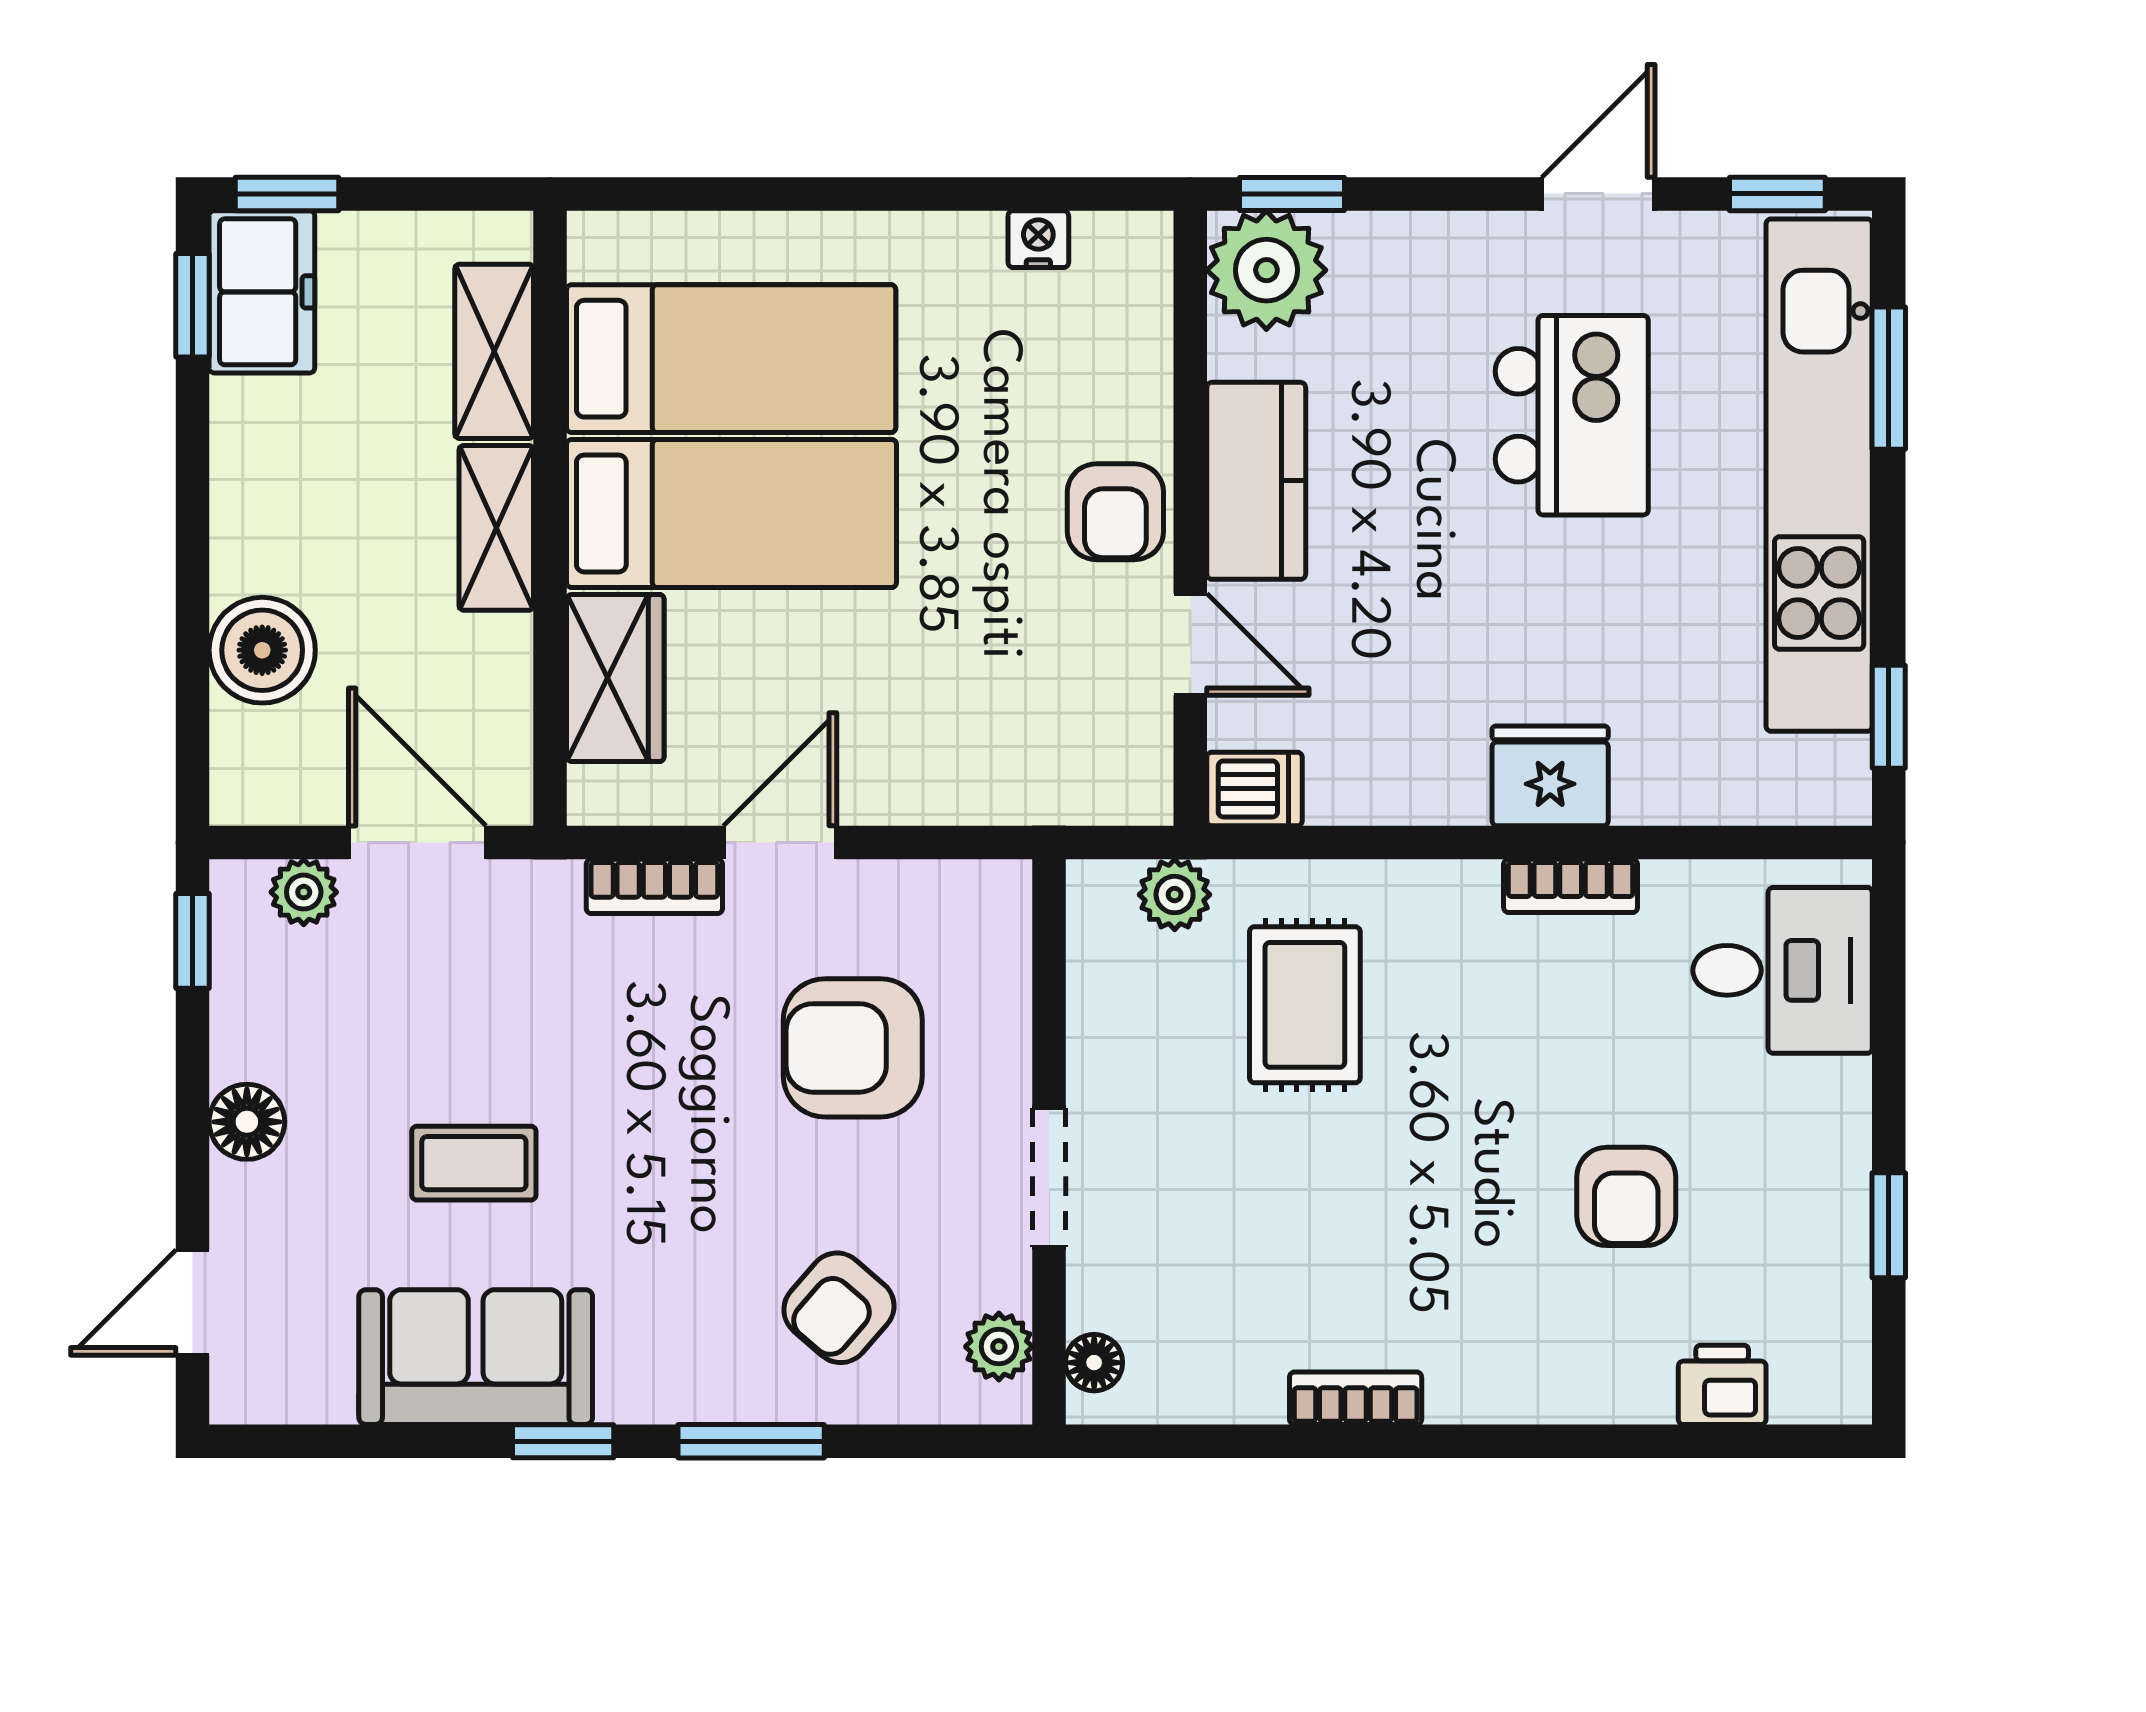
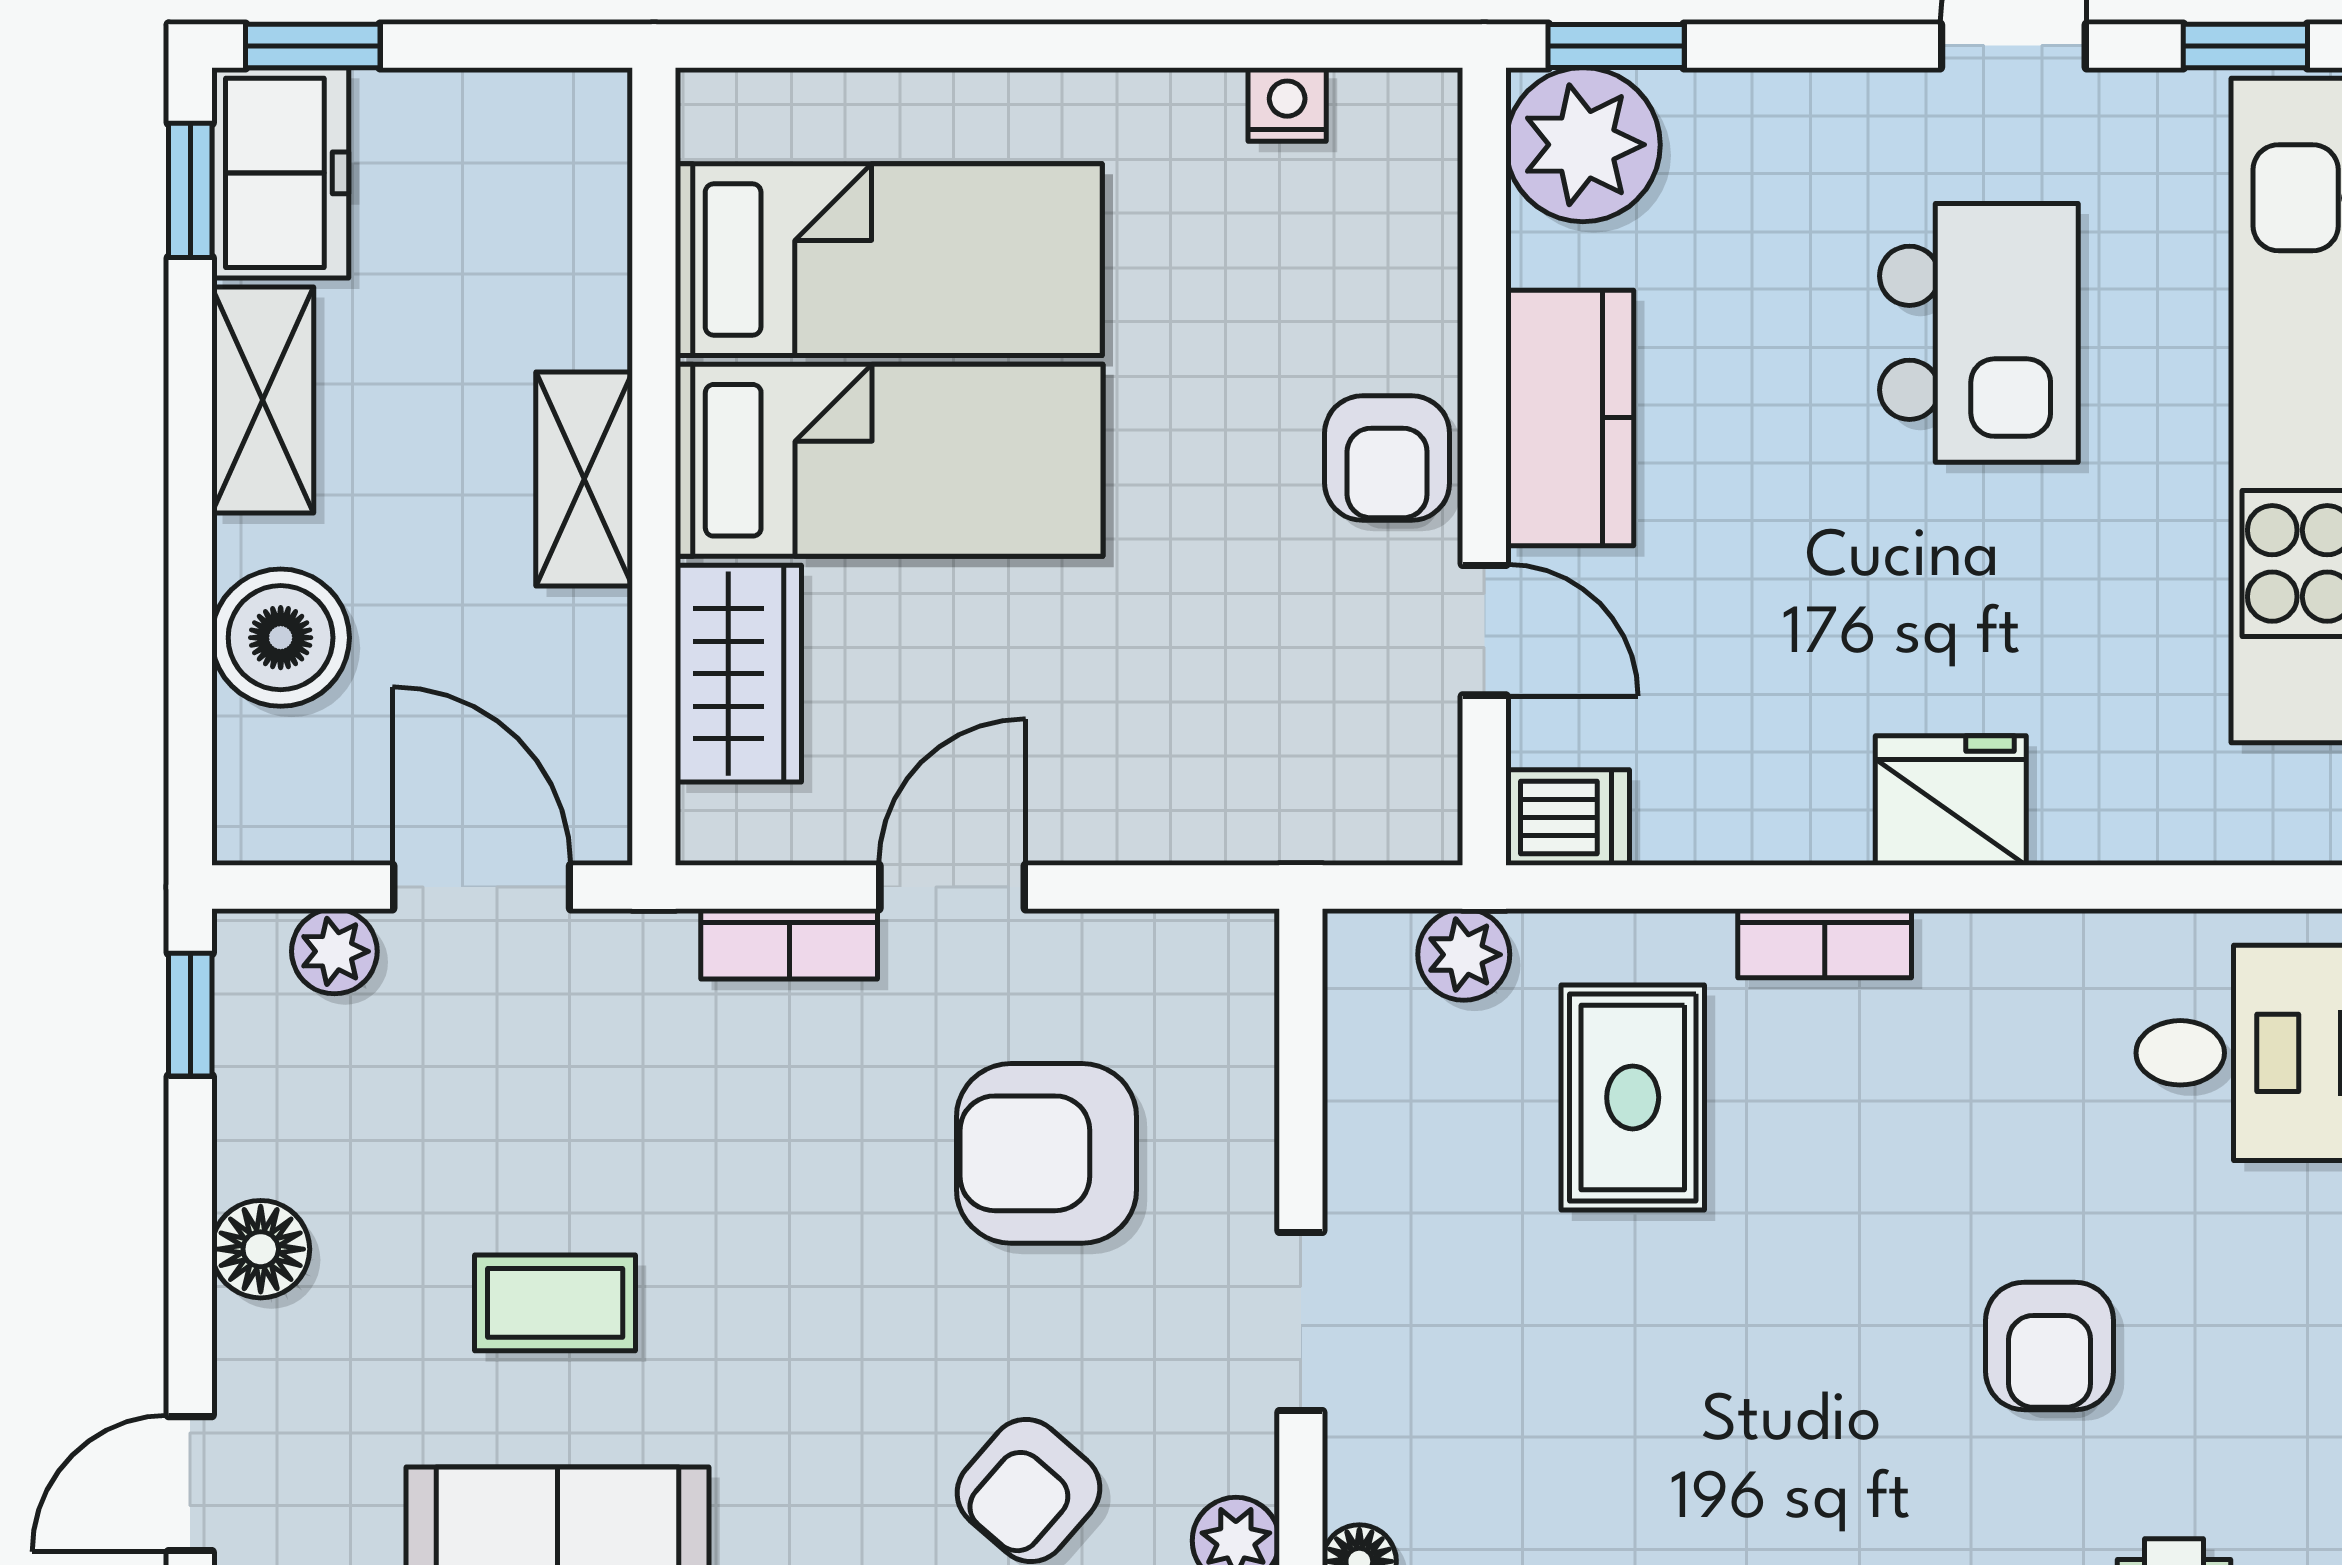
shelving: (494, 351) -> (263, 400), moved
bookcase: (1571, 886) -> (1825, 943), moved

